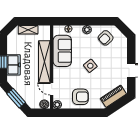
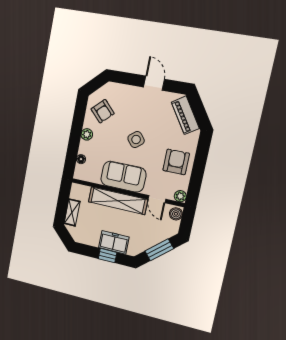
sofa: (62, 51) -> (123, 177), moved
door: (52, 89) -> (157, 199), hinge flipped

